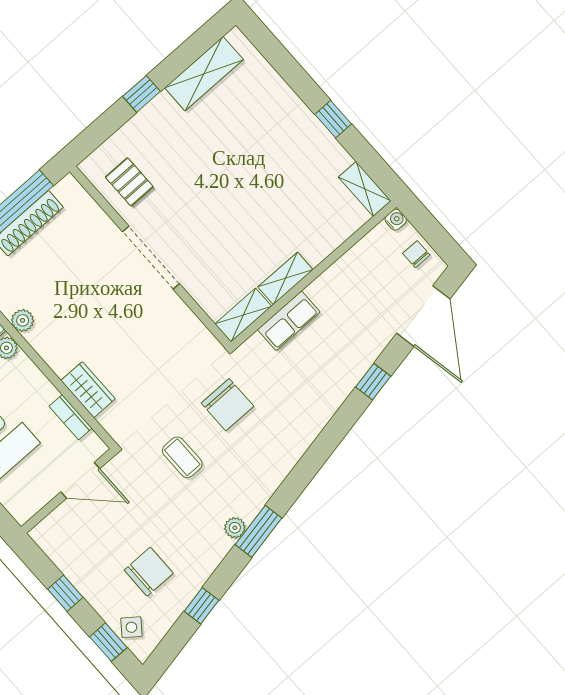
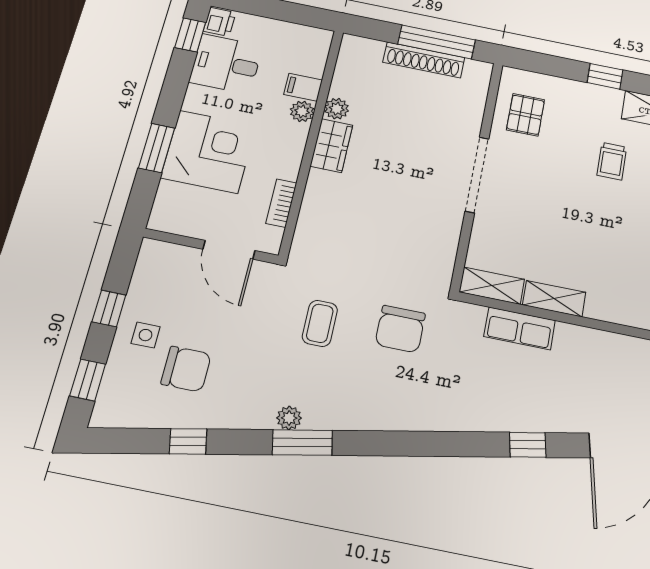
trolley: (213, 148) -> (612, 161), added
wardrobe: (88, 390) -> (331, 146), moved
side table: (131, 627) -> (146, 335), moved, turned -38

